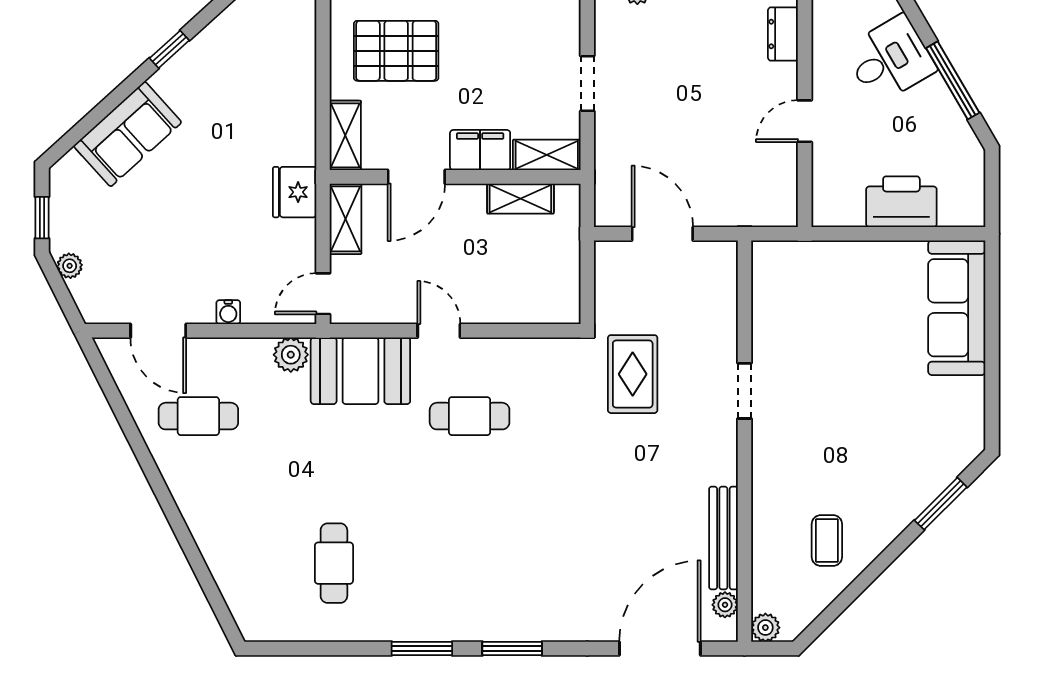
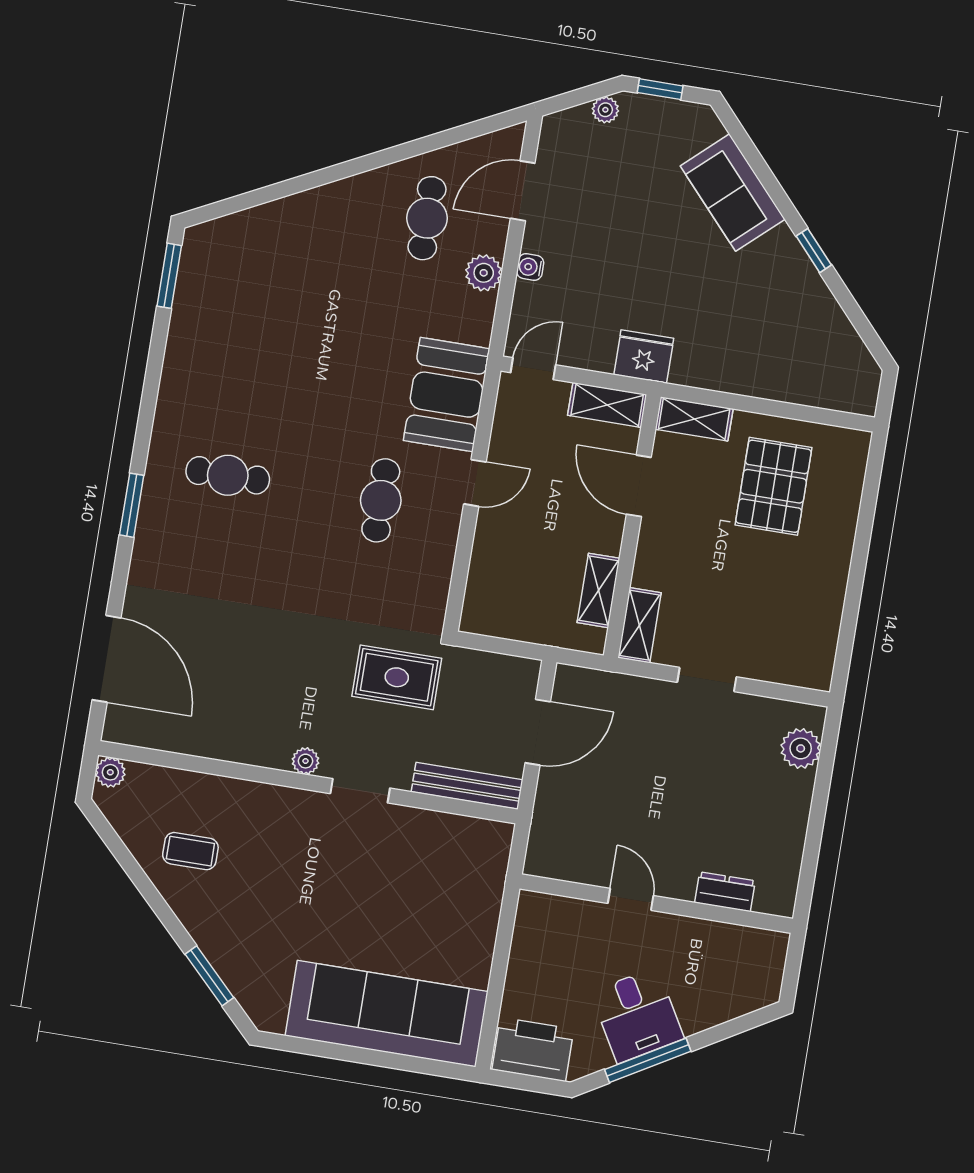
desk: (890, 59) -> (637, 1015), moved
filing cabinet: (480, 150) -> (656, 557), removed
printer: (901, 202) -> (533, 1049), moved, turned -90
door: (323, 294) -> (533, 369), hinge flipped
sofa: (957, 308) -> (387, 1014), width x1.36, depth x1.27
plant: (291, 355) -> (484, 273), moved
bench: (723, 538) -> (467, 786), moved
cafe table: (334, 563) -> (228, 475), moved
plant: (725, 605) -> (305, 761), moved
window: (422, 648) -> (169, 276), moved

